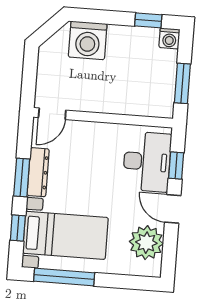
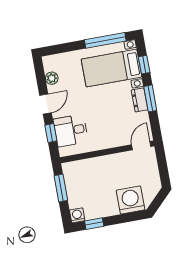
desk: (147, 162) -> (71, 130), width x0.73
dresser: (38, 172) -> (139, 100), width x0.70
door: (173, 209) -> (46, 104), hinge flipped
plant: (146, 243) -> (52, 78), width x0.53, depth x0.53

